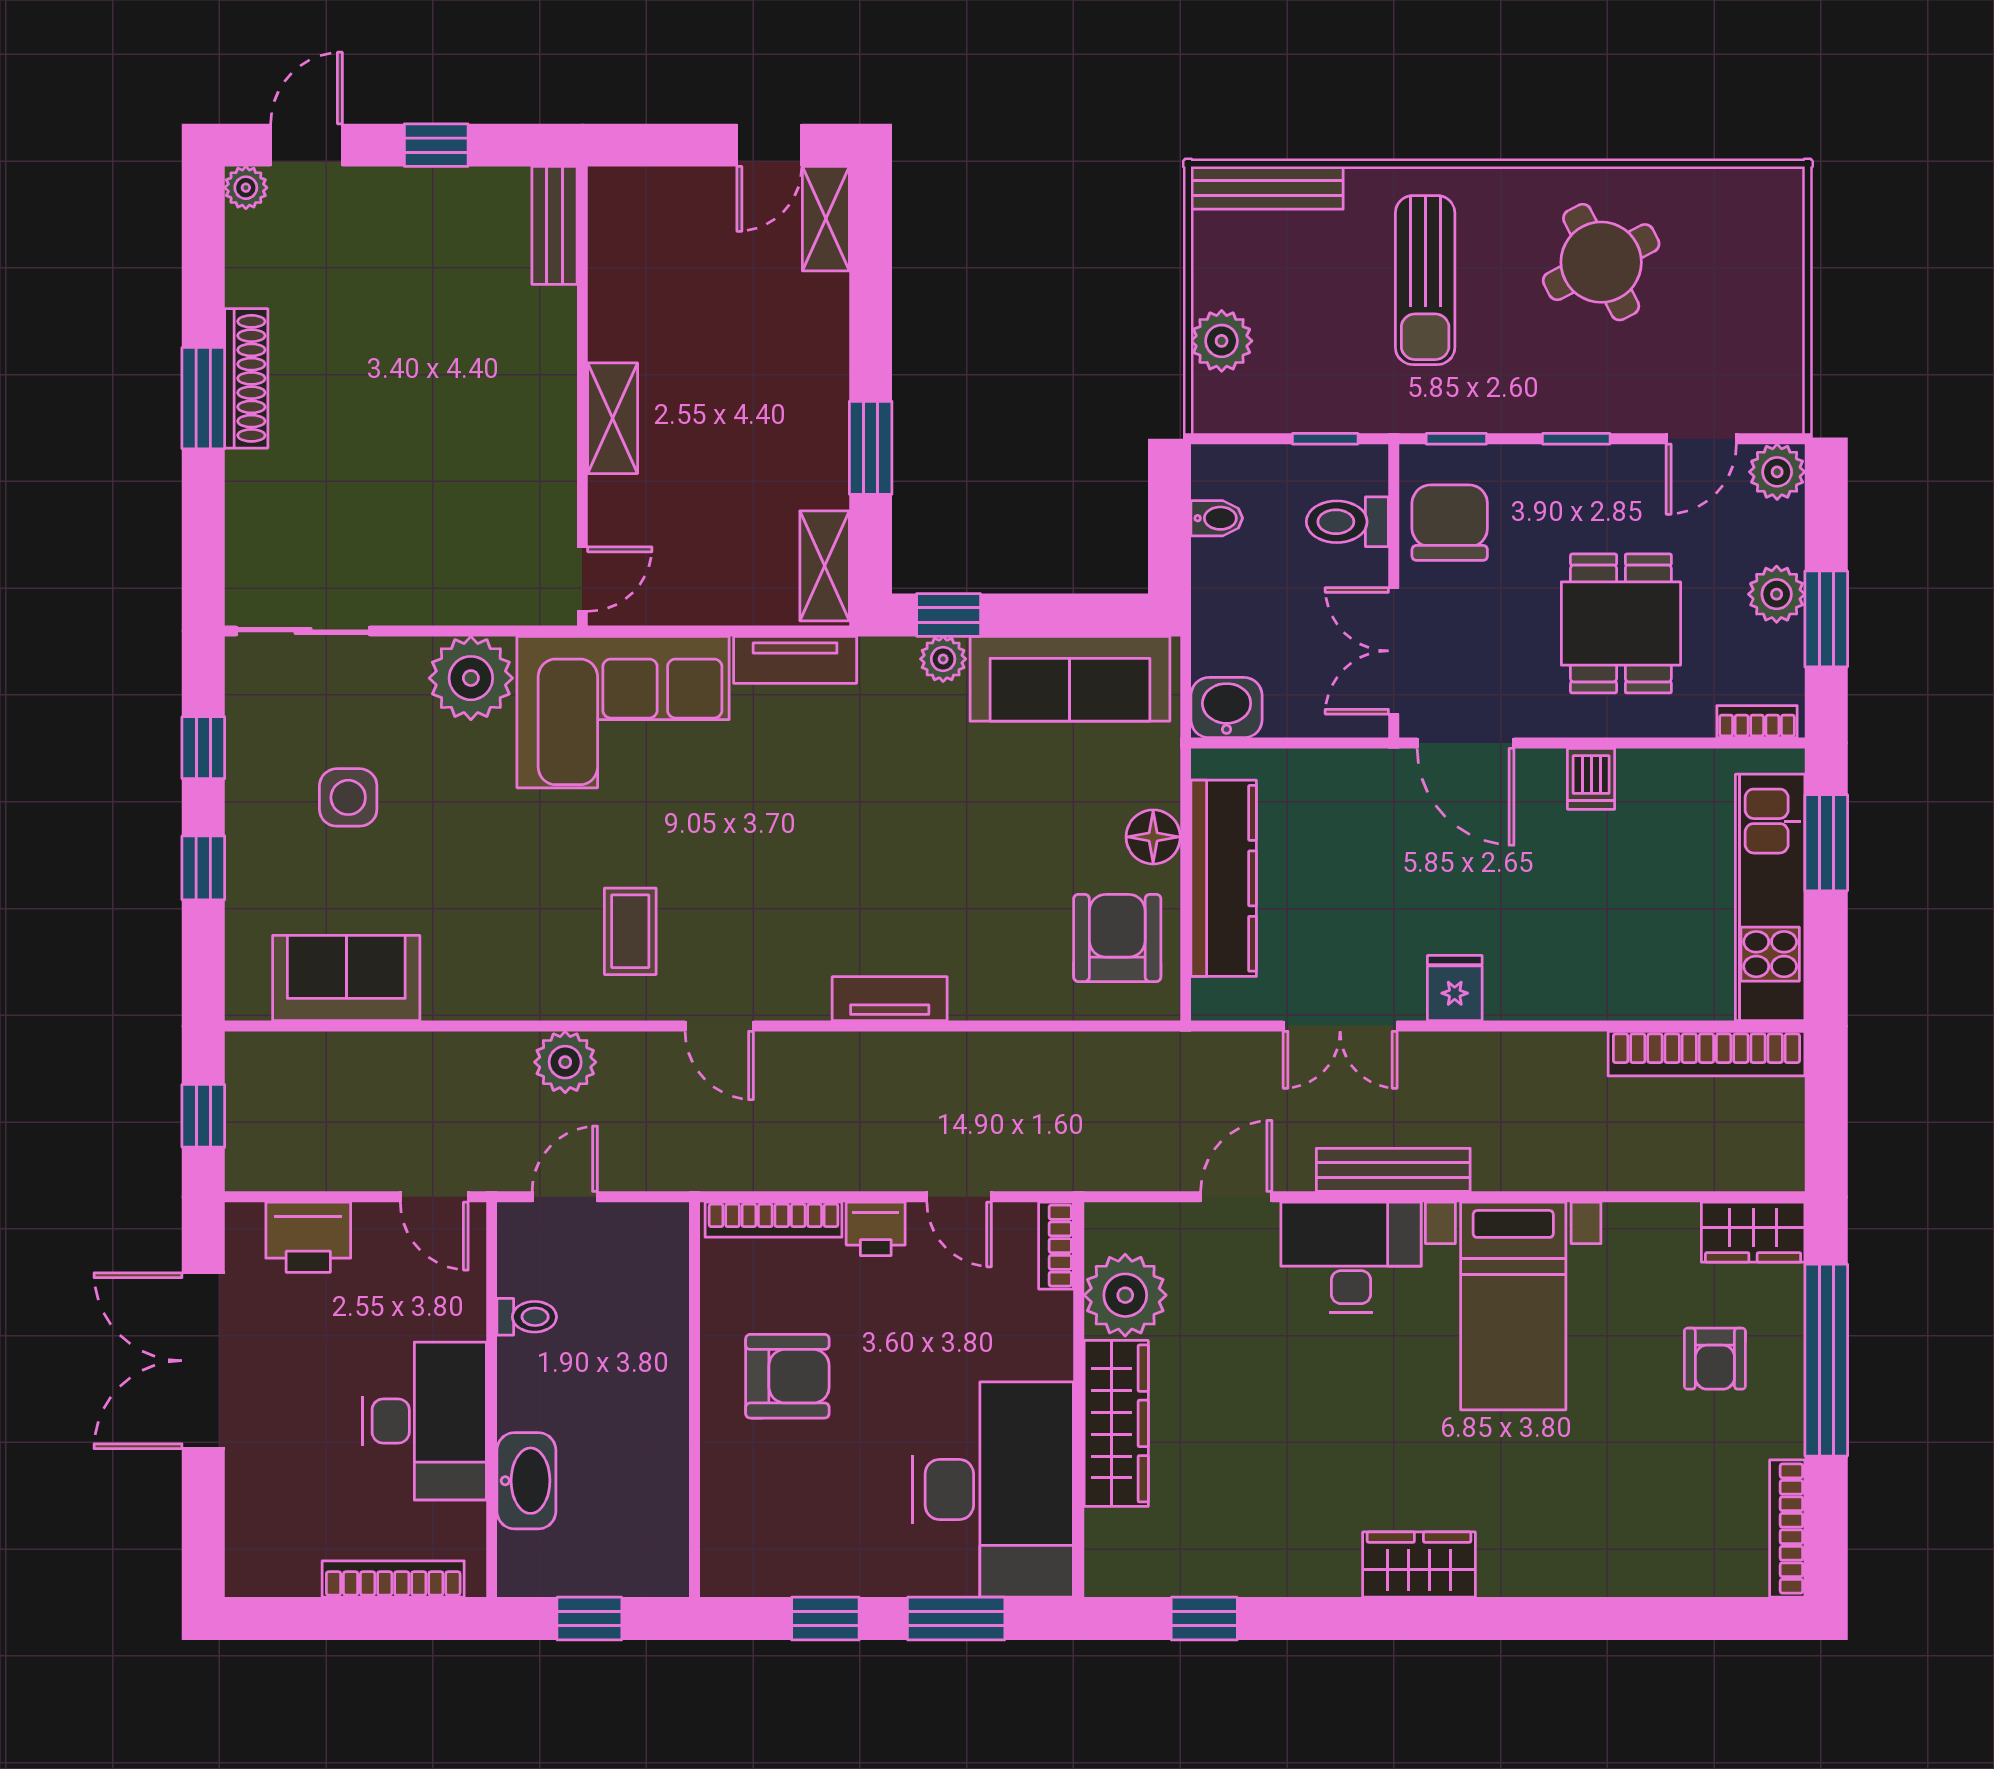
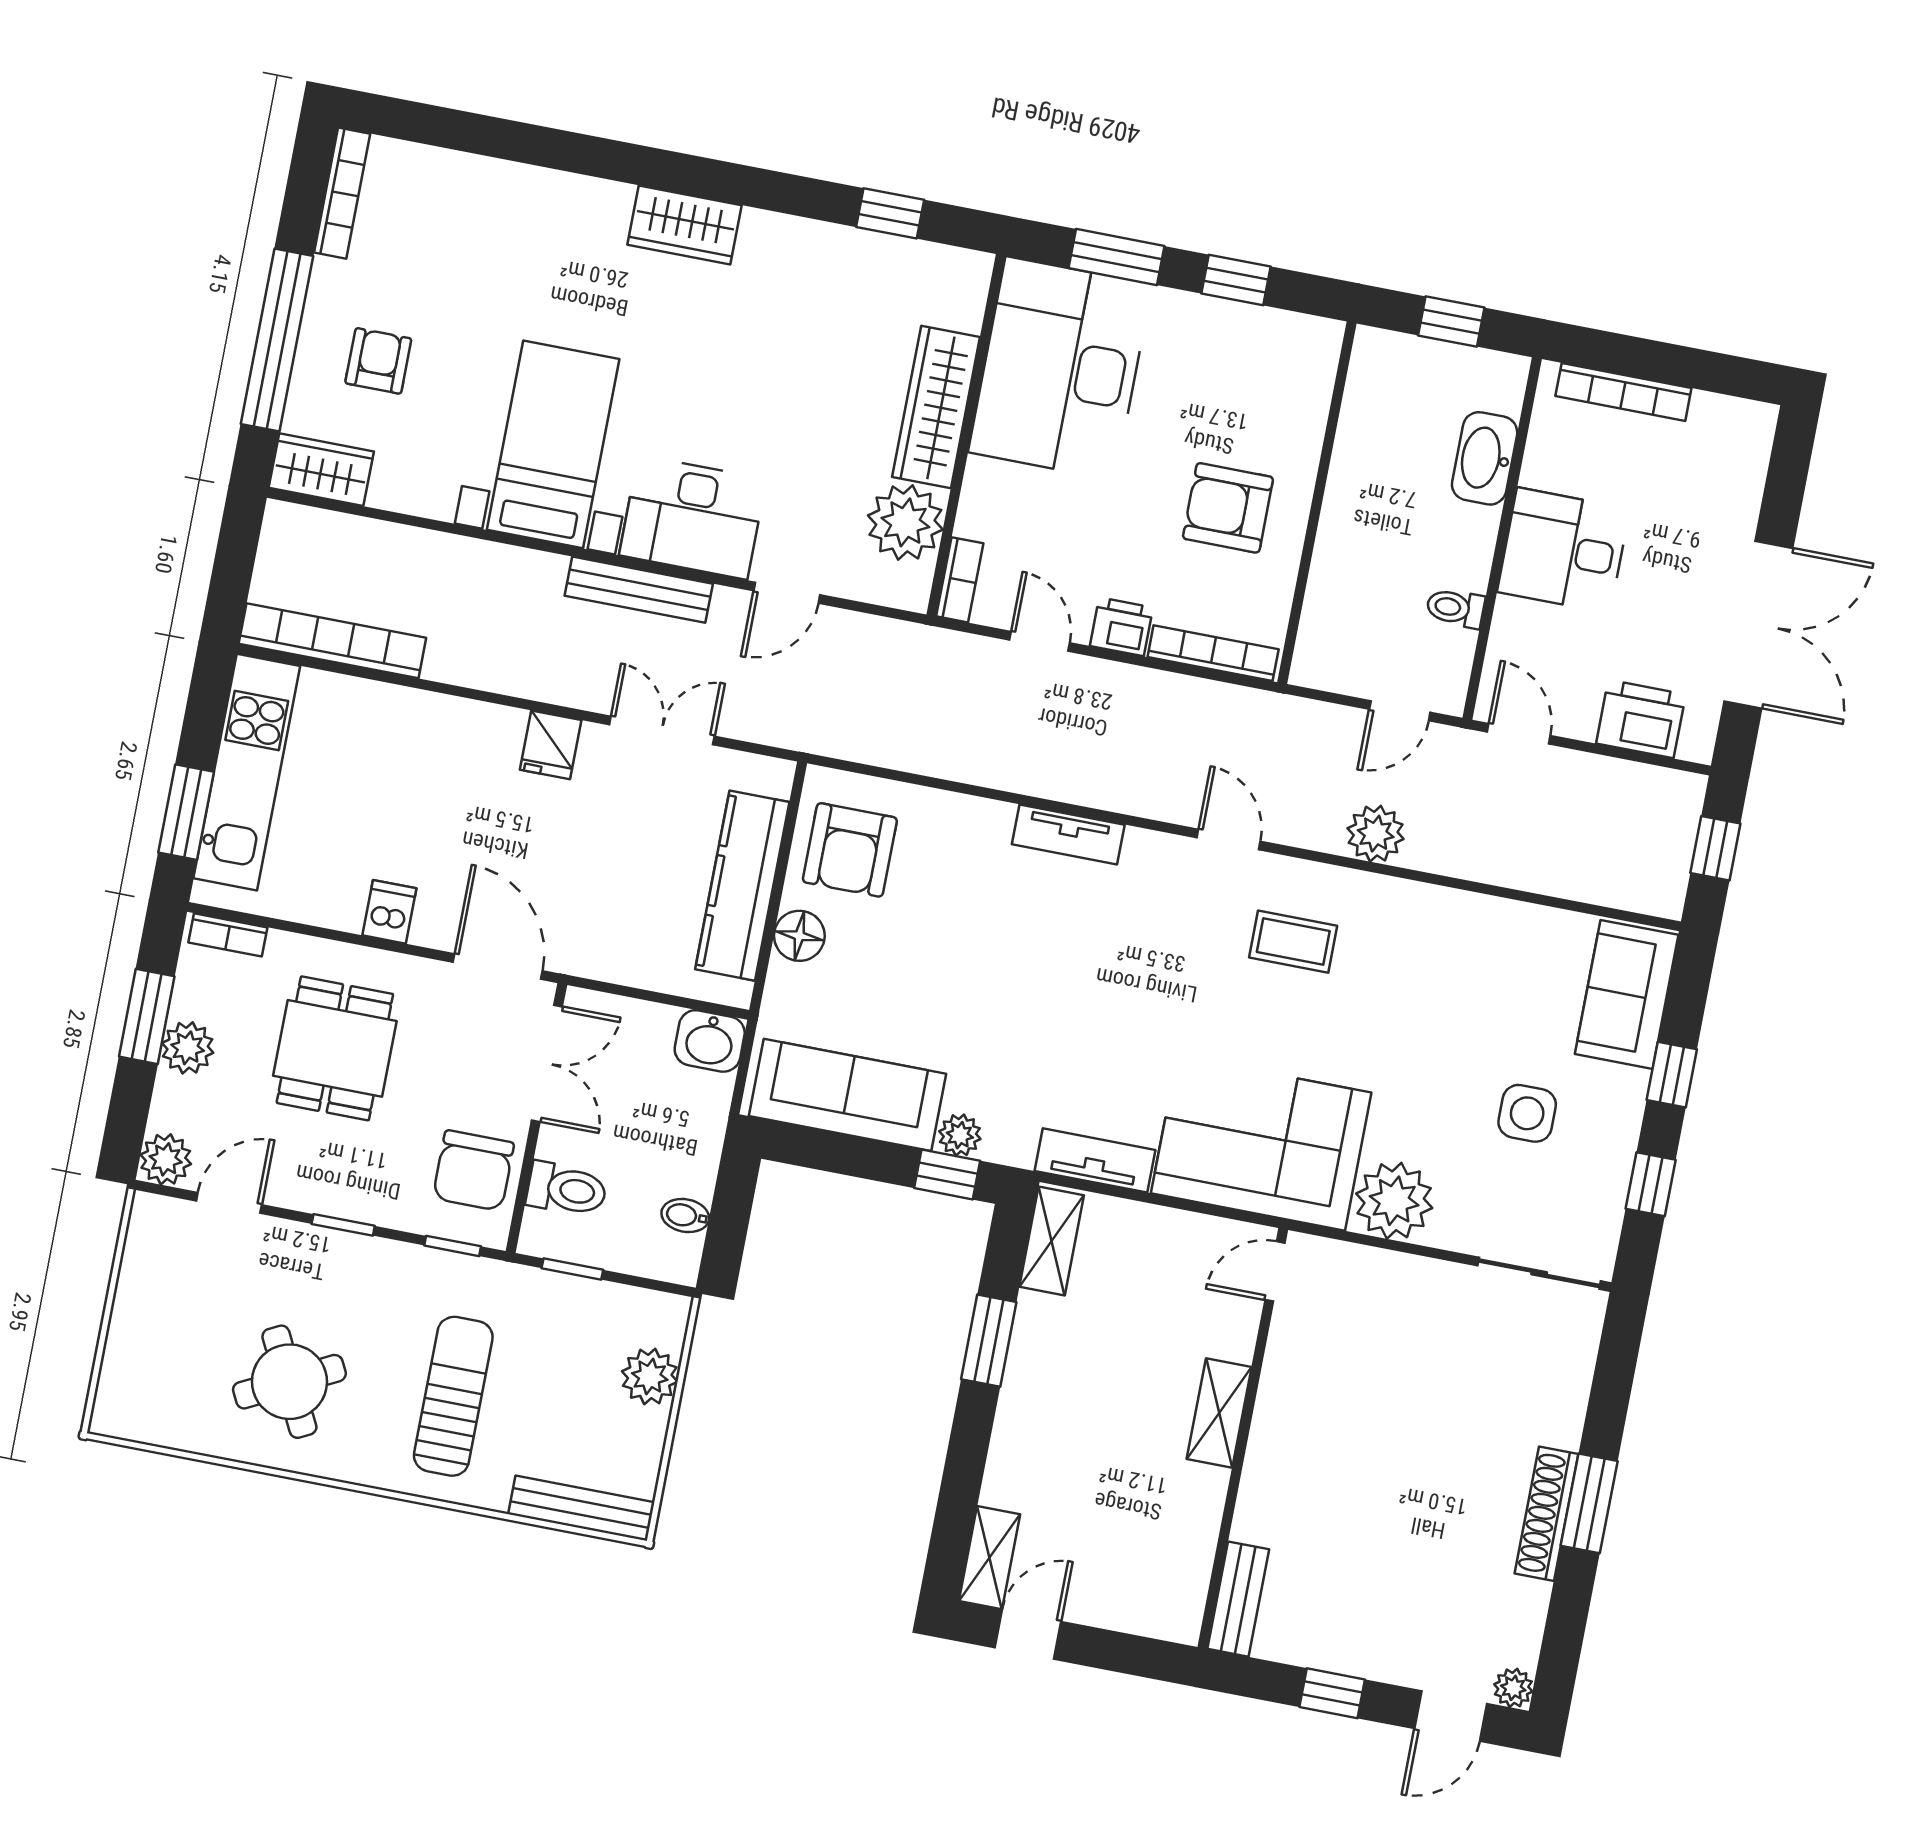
coffee table: (630, 931) -> (1293, 942), turned 90
sofa: (346, 978) -> (1627, 994), moved, turned 90
desk: (424, 1421) -> (1564, 550), width x0.73

